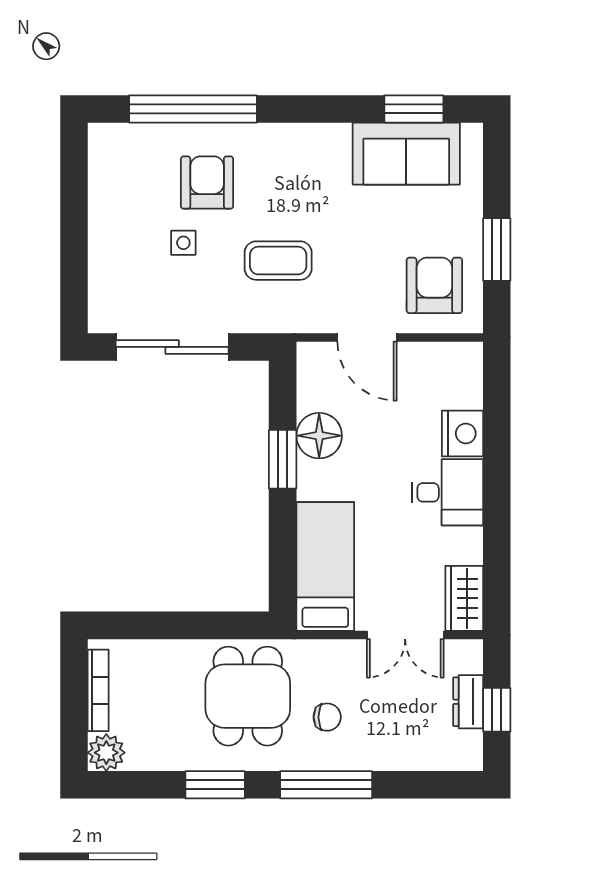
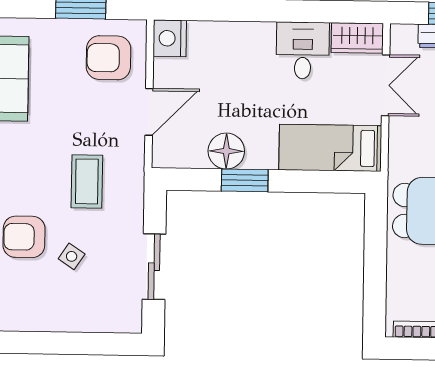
side table: (183, 243) -> (72, 256), turned 34
sliding door: (172, 347) -> (154, 267), width x0.73
nightstand: (462, 433) -> (170, 38), moved, turned -90
desk: (447, 492) -> (303, 50), moved

